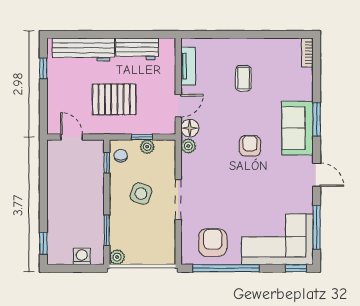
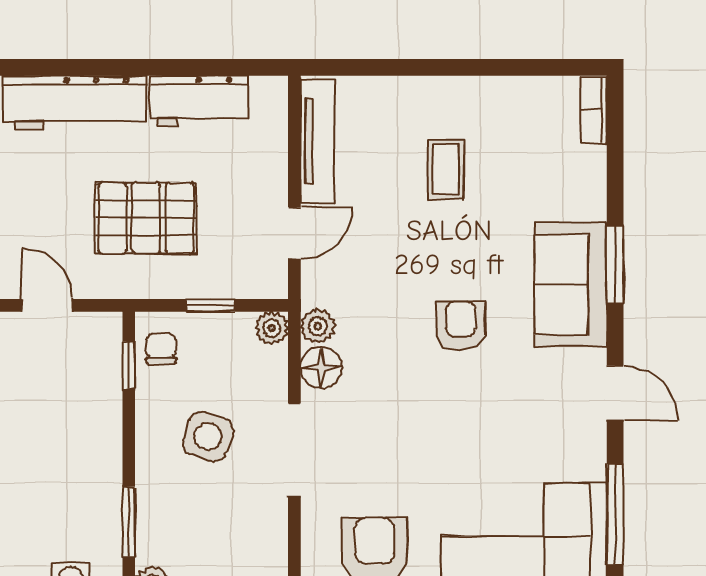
tv unit: (188, 66) -> (317, 141), width x1.41
floor lamp: (190, 128) -> (321, 367), moved
plant: (147, 147) -> (272, 328), moved

